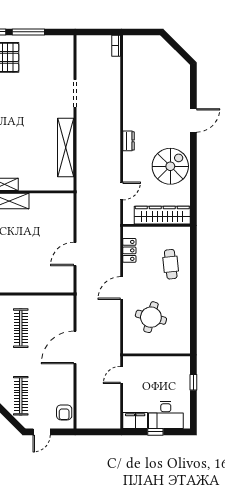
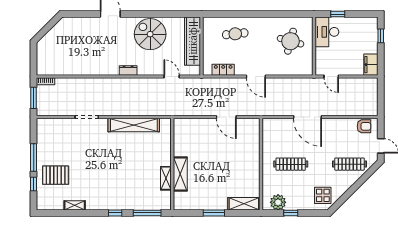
window: (97, 32) -> (34, 98), added
round table: (151, 317) -> (290, 41), moved
desk: (166, 415) -> (327, 32), moved, turned 180
window: (155, 432) -> (381, 36), moved

